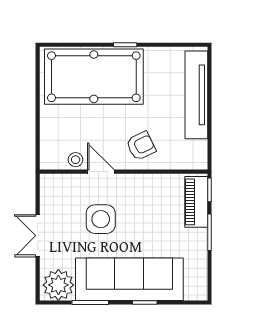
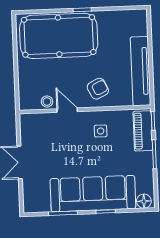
tv unit: (196, 95) -> (141, 71), moved
side table: (101, 219) -> (101, 131), moved, width x0.54, depth x0.54
plant: (58, 285) -> (37, 200), removed
floor lamp: (194, 291) -> (144, 201), added

